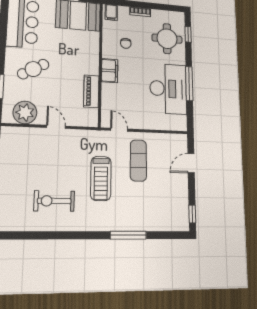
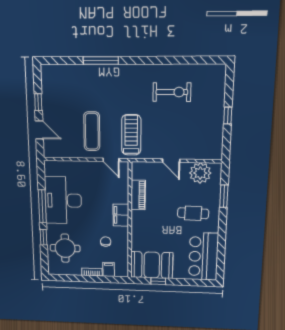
filing cabinet: (111, 12) -> (109, 269), moved
window: (188, 34) -> (44, 237), moved
cafe table: (33, 69) -> (193, 213), turned 31
door: (191, 163) -> (39, 130), hinge flipped
treadmill: (101, 178) -> (131, 135), moved
window: (192, 214) -> (38, 102), moved

